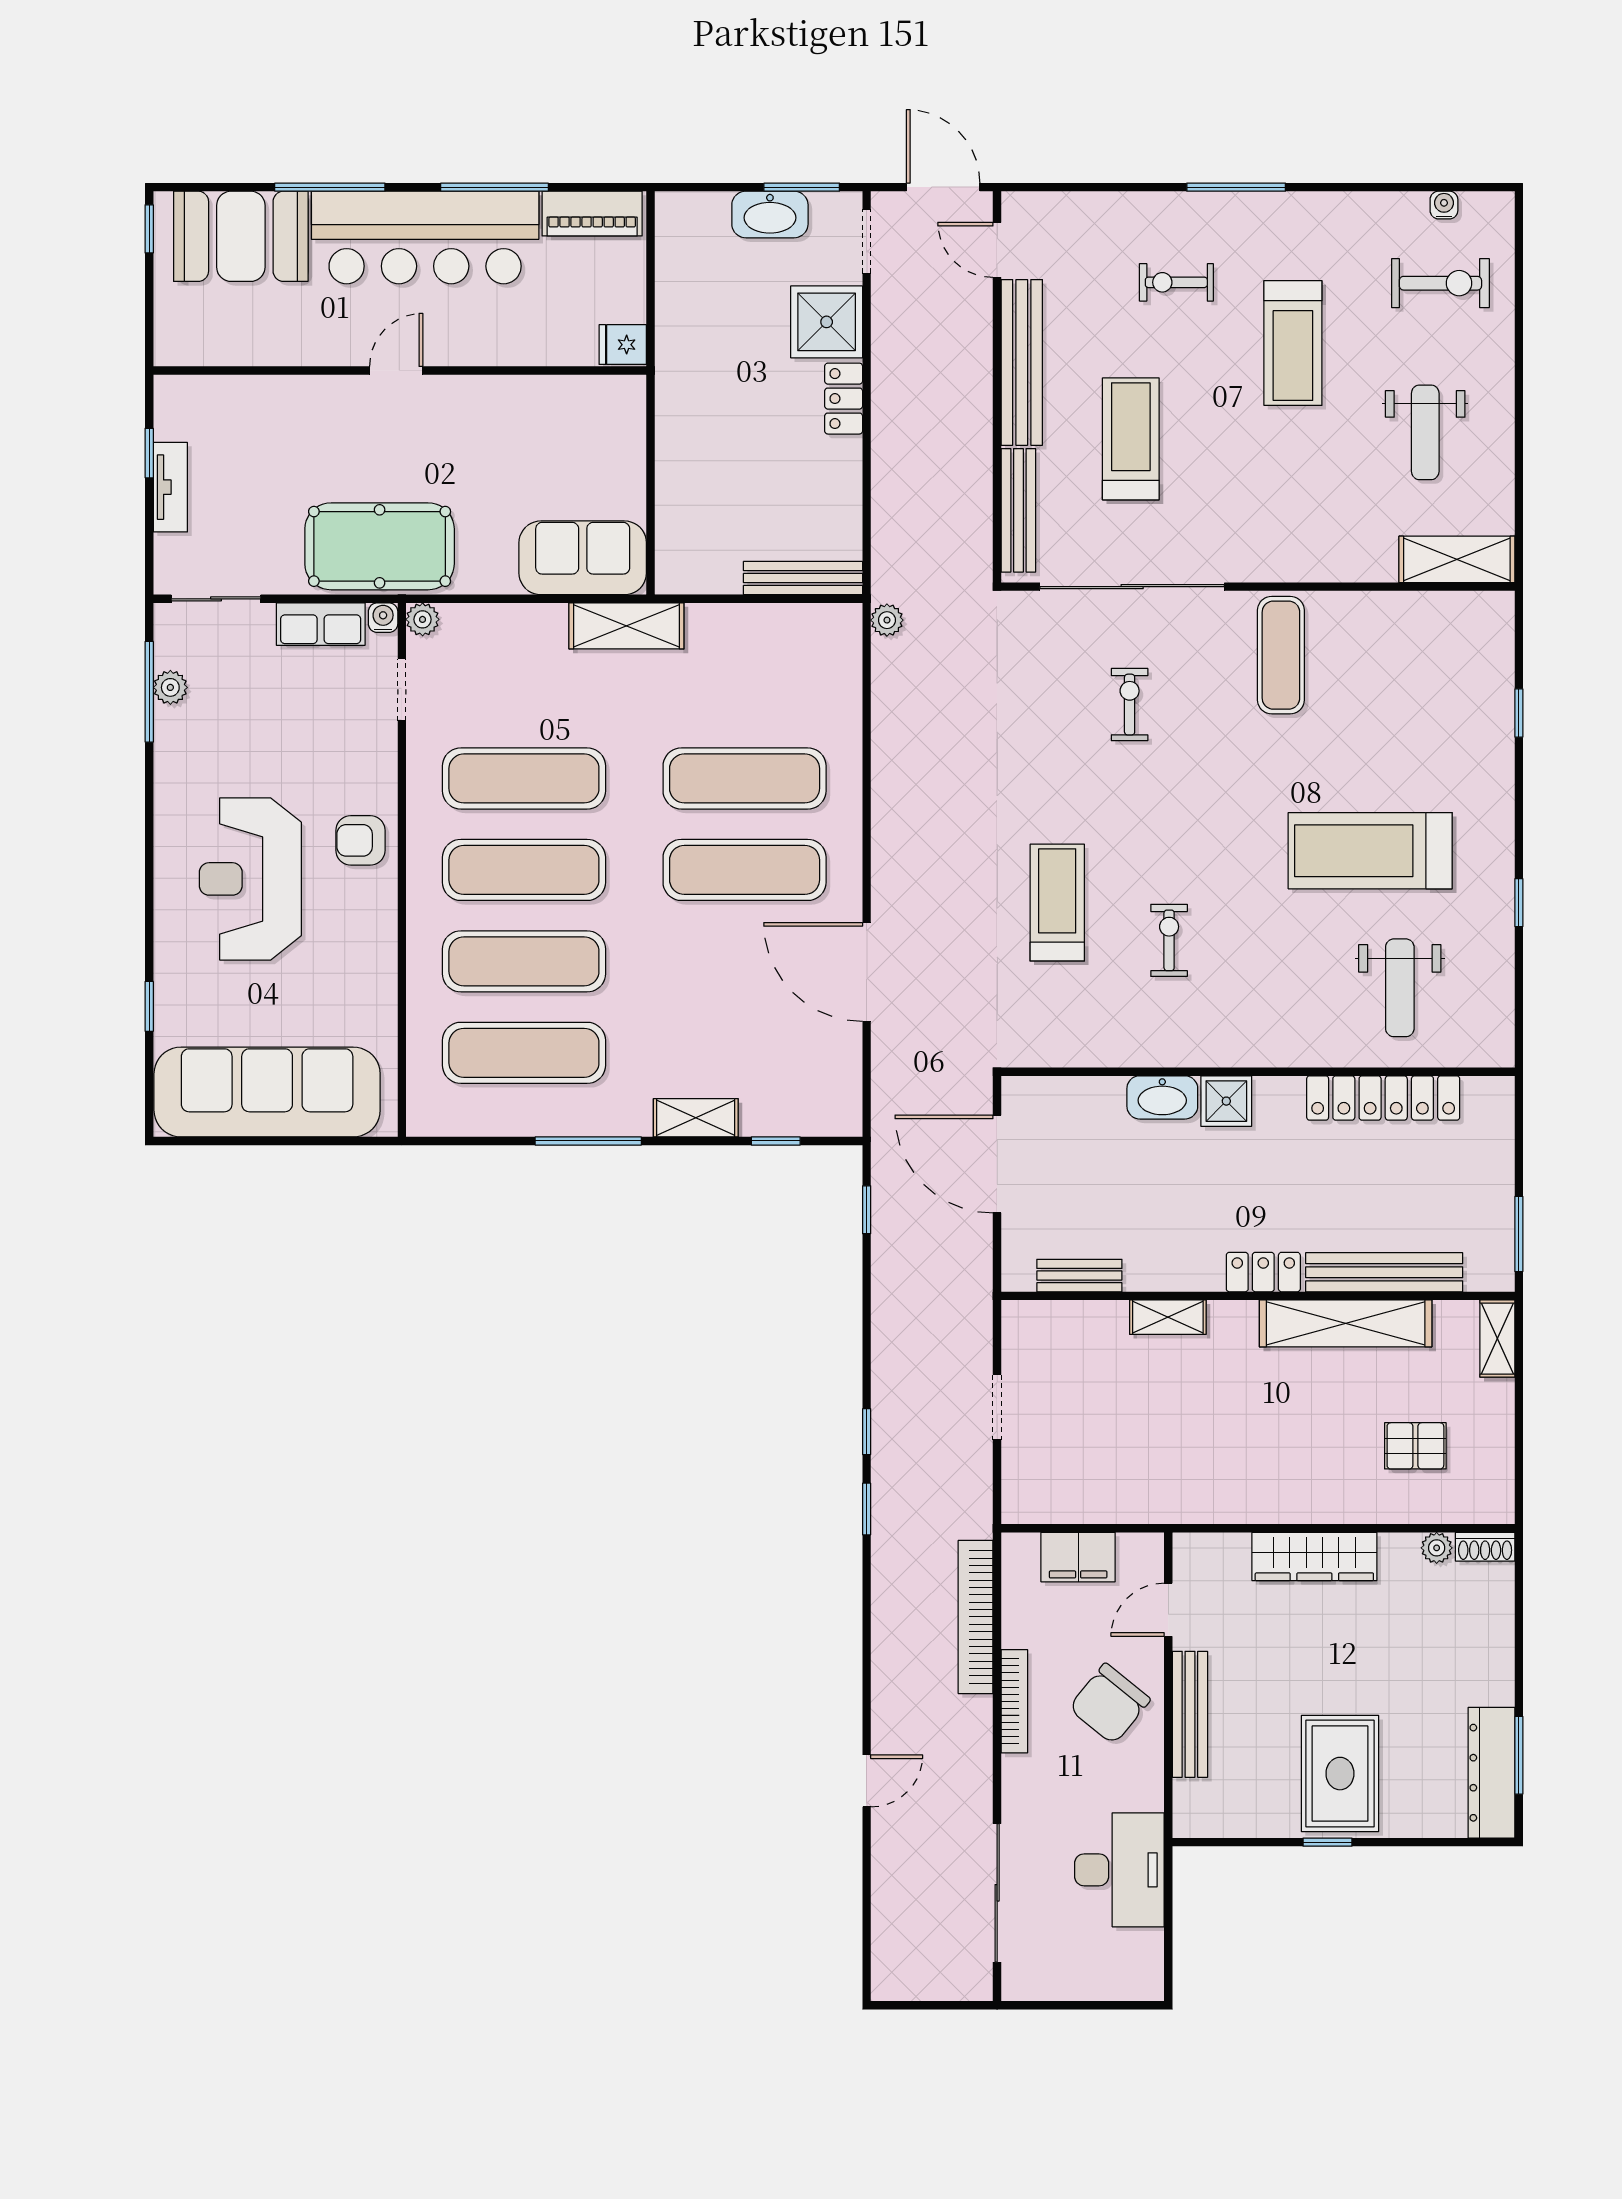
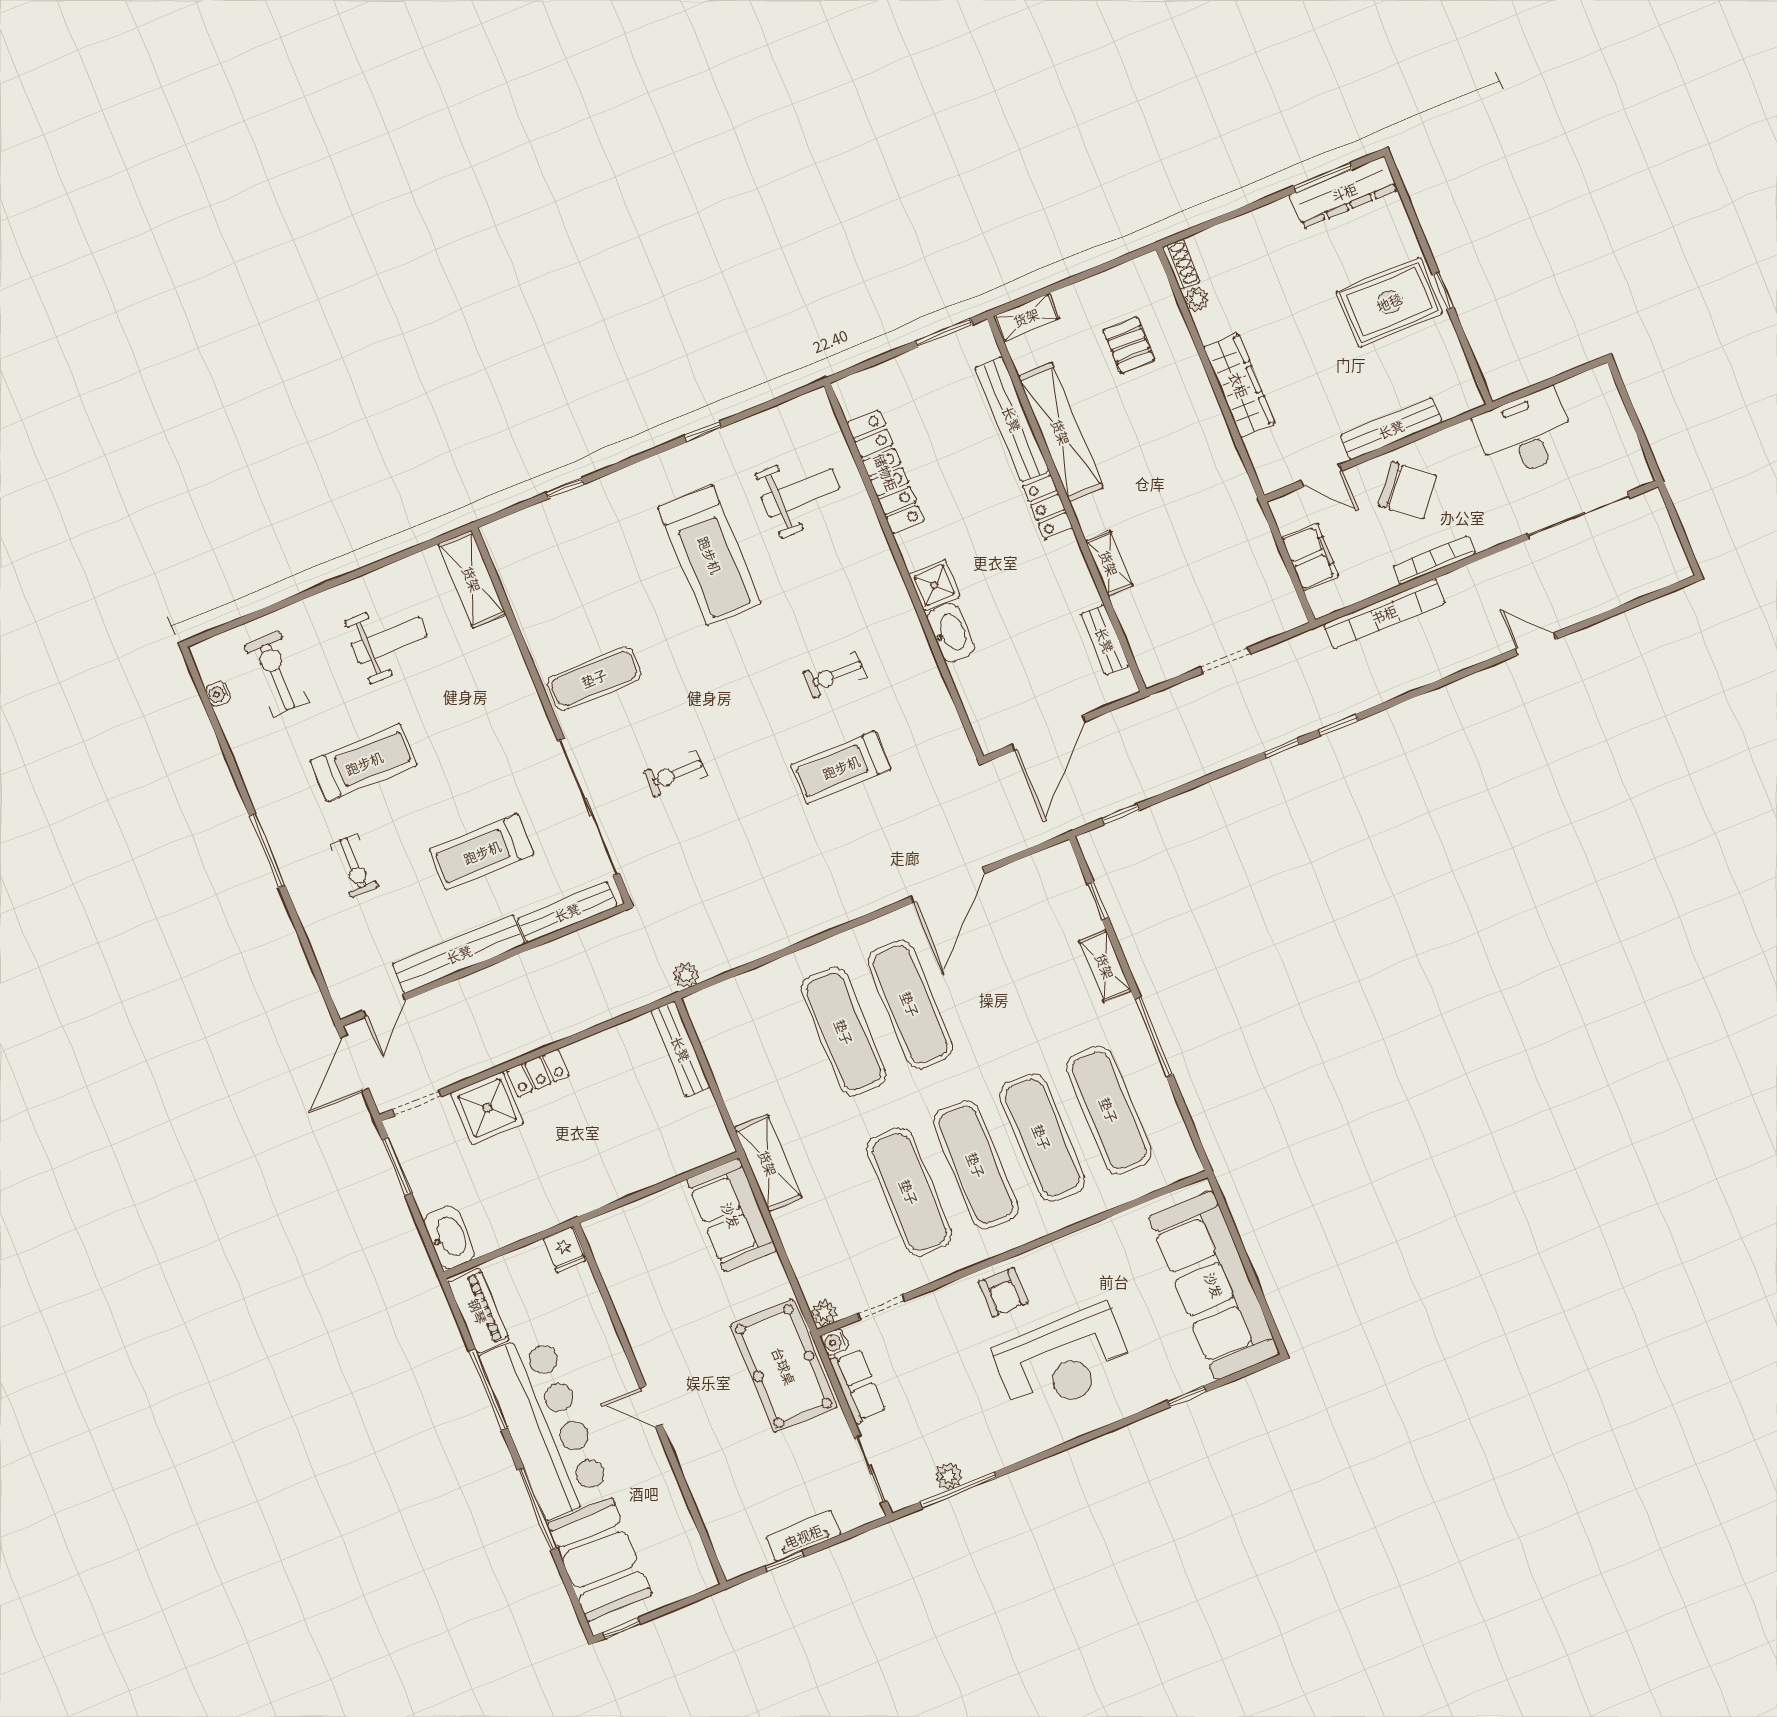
washbasin: (770, 214) -> (449, 1237), moved

